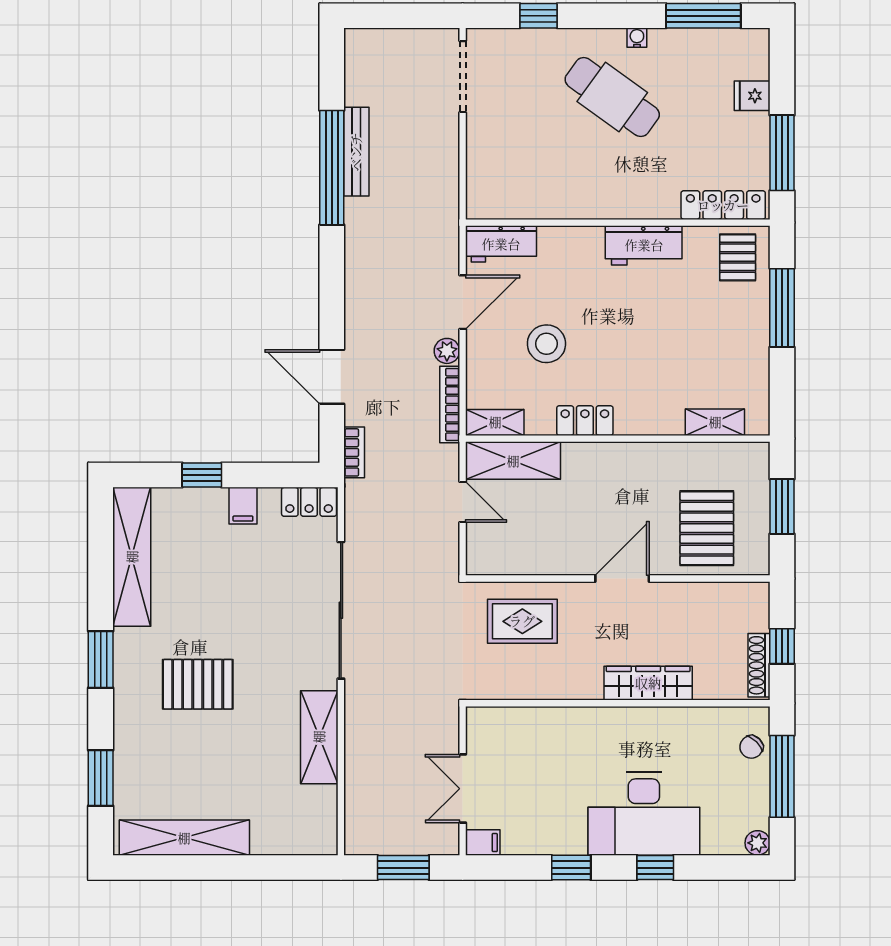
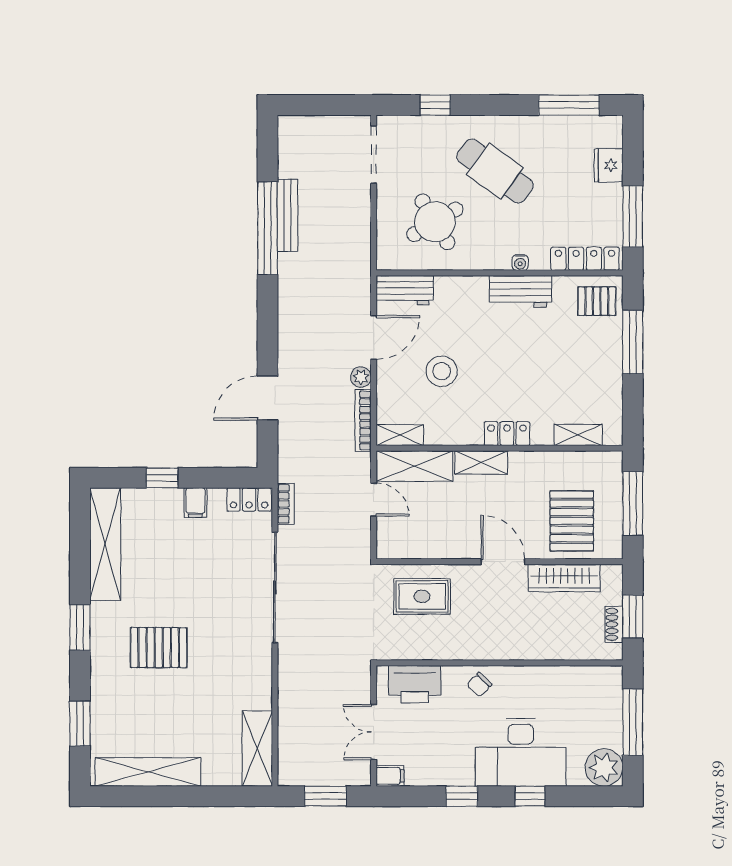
water cooler: (637, 38) -> (520, 263), moved, turned 180
fridge: (752, 96) -> (608, 165), width x1.38
round table: (538, 160) -> (435, 222), added
pallet: (738, 257) -> (597, 301), turned 90
door: (332, 377) -> (267, 398), hinge flipped
locker: (585, 421) -> (507, 434), moved
bookcase: (354, 452) -> (286, 504), moved
shelving: (595, 456) -> (481, 462), added
window: (782, 506) -> (633, 503), width x1.44
door: (622, 579) -> (503, 562), hinge flipped
window: (782, 646) -> (633, 617), width x1.50
shoe rack: (759, 665) -> (614, 624), width x0.70
wardrobe: (648, 683) -> (564, 578), moved, turned 180
printer: (513, 729) -> (415, 684), added
shelving: (319, 737) -> (257, 748), moved
chair: (751, 747) -> (479, 685), moved
plant: (758, 843) -> (604, 767), width x1.88, depth x1.88

